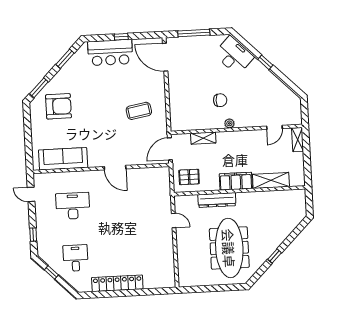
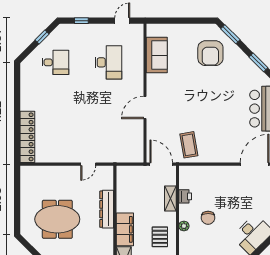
coffee table: (139, 111) -> (189, 145), moved
printer: (200, 124) -> (185, 196), added
sofa: (63, 159) -> (157, 55), width x0.73
pallet: (189, 177) -> (160, 237), moved
meeting table: (229, 248) -> (57, 219), width x0.73
locker: (117, 283) -> (27, 137), moved

